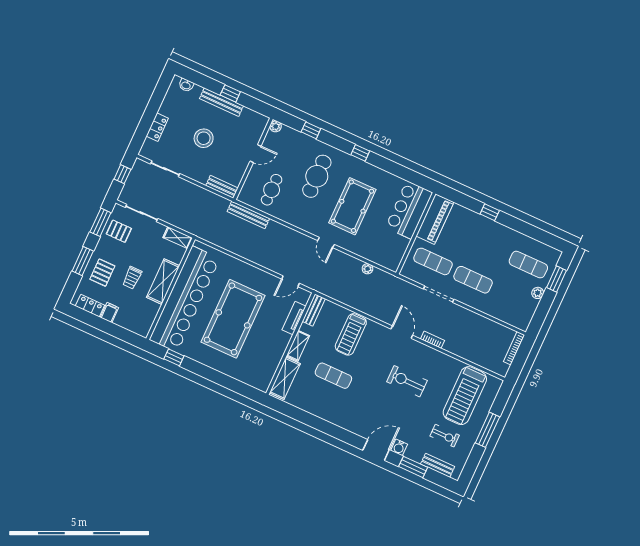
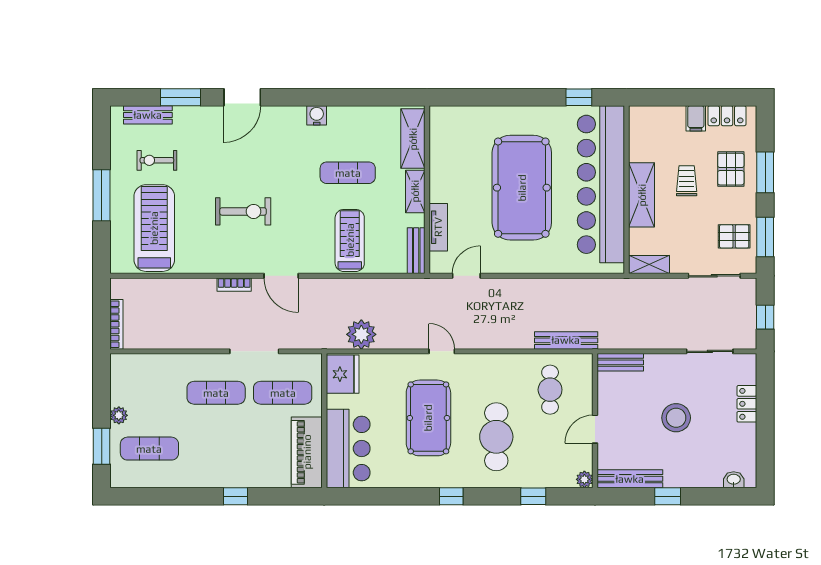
bench: (222, 102) -> (630, 479), moved
fridge: (392, 256) -> (343, 374), added
plant: (367, 269) -> (361, 334), width x1.87, depth x1.87
water cooler: (399, 447) -> (317, 115), moved

